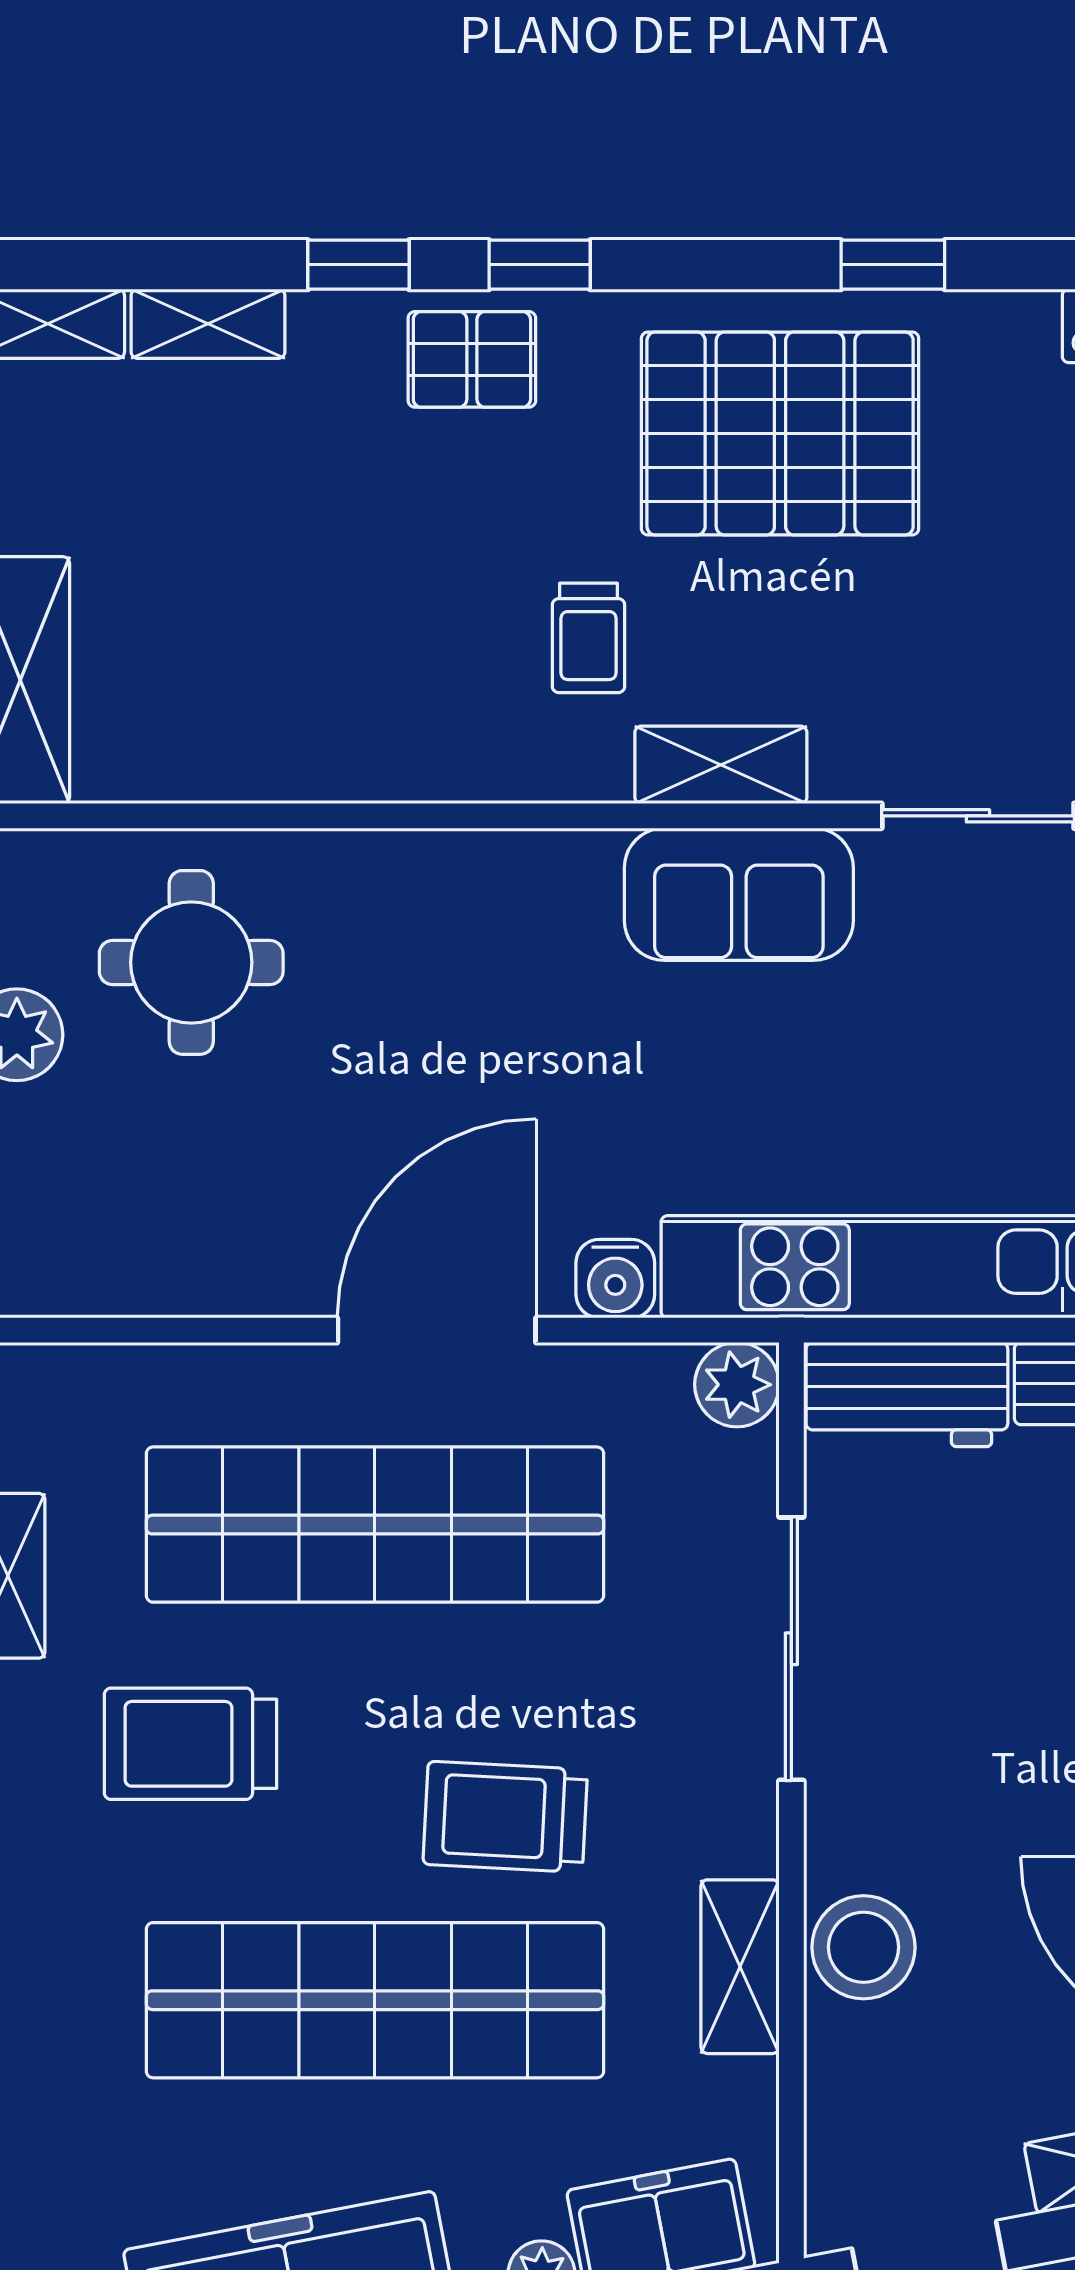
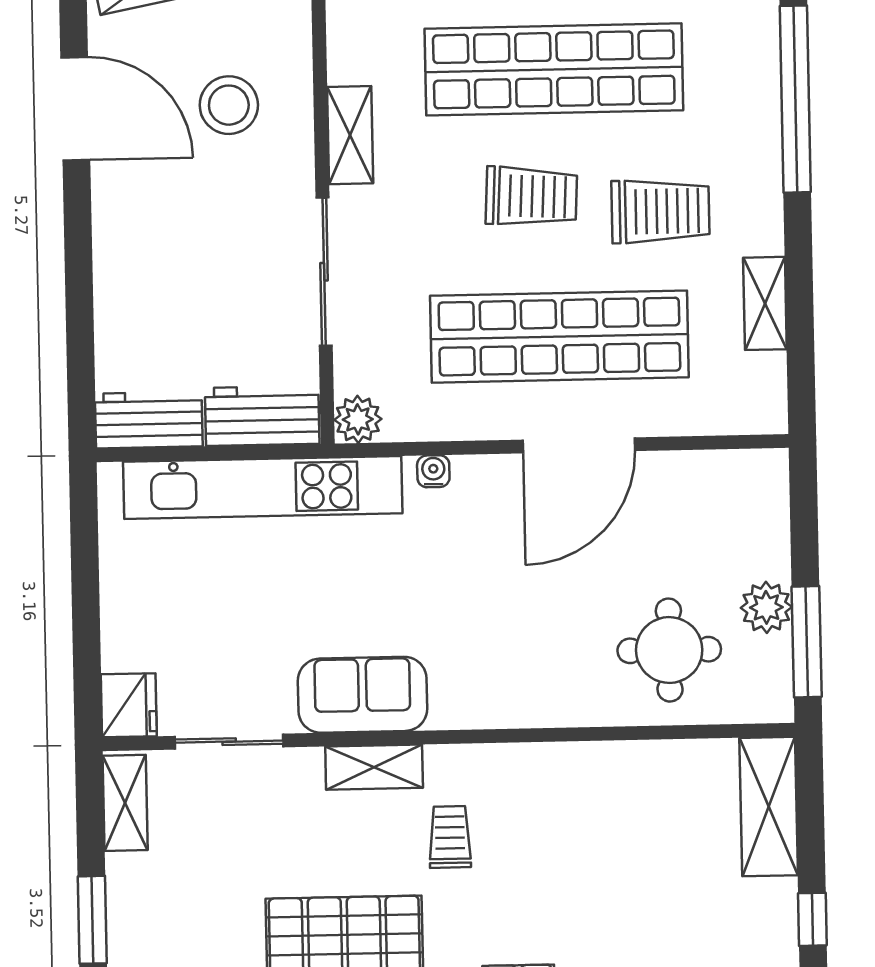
water cooler: (615, 1279) -> (433, 471), width x0.72, depth x0.72
door: (437, 1330) -> (579, 445), moved
trolley: (505, 1817) -> (531, 196), moved
stool: (864, 1947) -> (229, 105), moved
shelving: (740, 1967) -> (350, 135), moved

